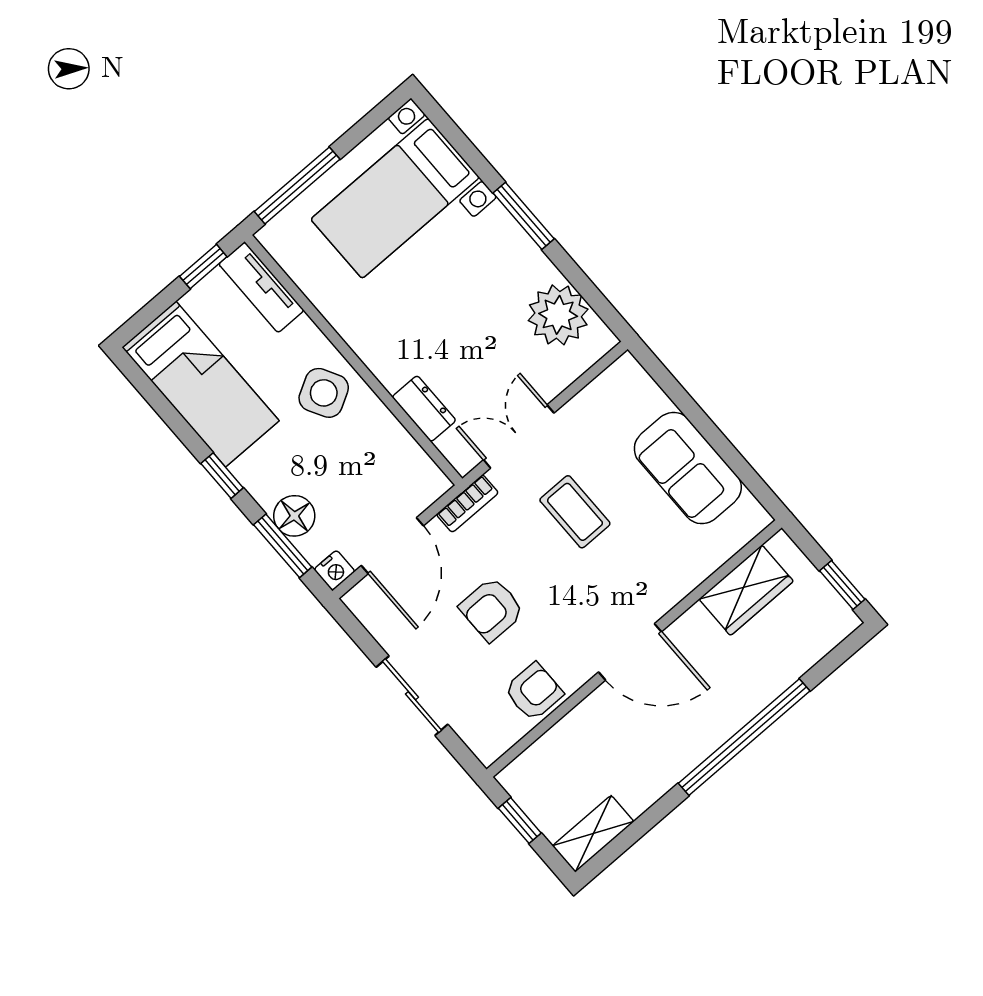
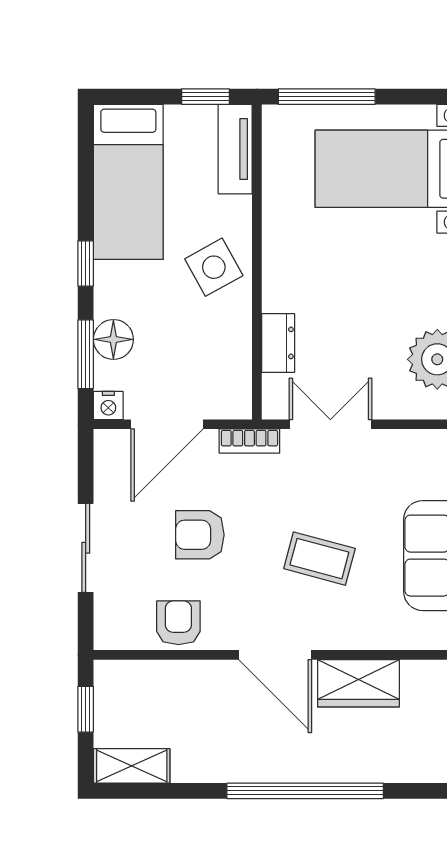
coffee table: (575, 512) -> (319, 559), moved, turned -75
wardrobe: (746, 590) -> (358, 683), moved
armchair: (534, 692) -> (178, 623), turned -90

